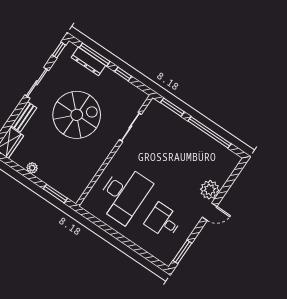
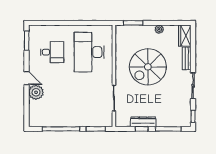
dresser: (88, 61) -> (143, 122), moved
spiral stairs: (77, 115) -> (148, 67), moved
door: (210, 212) -> (27, 78), swing flipped

